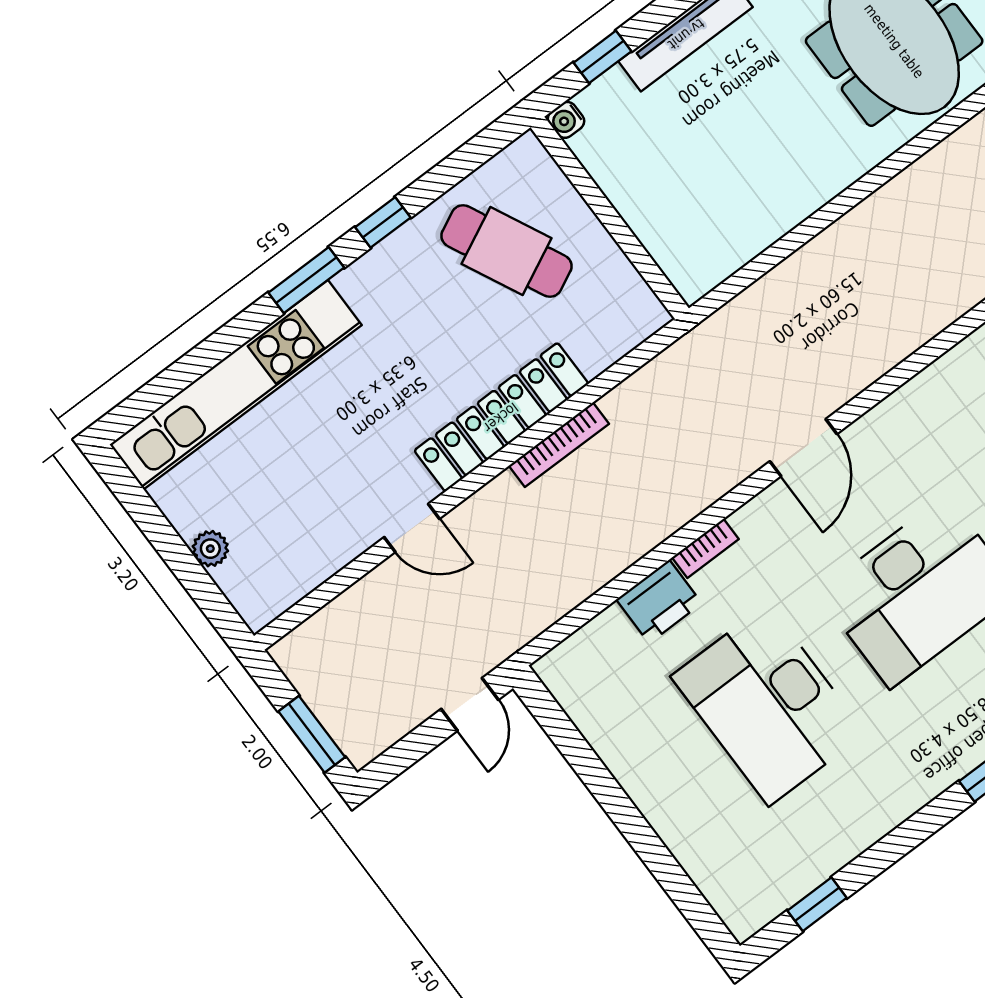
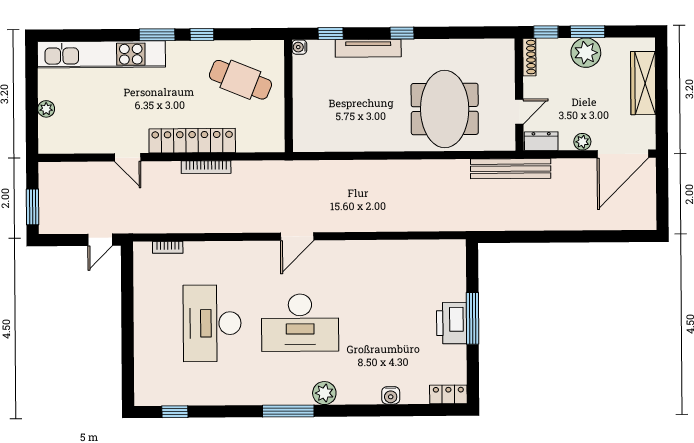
cafe table: (507, 251) -> (240, 80), turned -42
bookcase: (705, 548) -> (168, 247), moved
printer: (659, 601) -> (200, 254), removed

